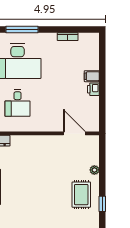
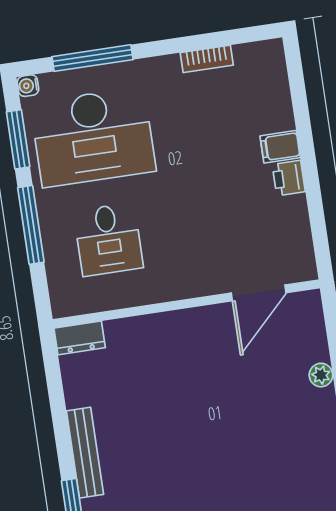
door: (74, 133) -> (259, 293), swing flipped
rug: (81, 195) -> (298, 440), removed

